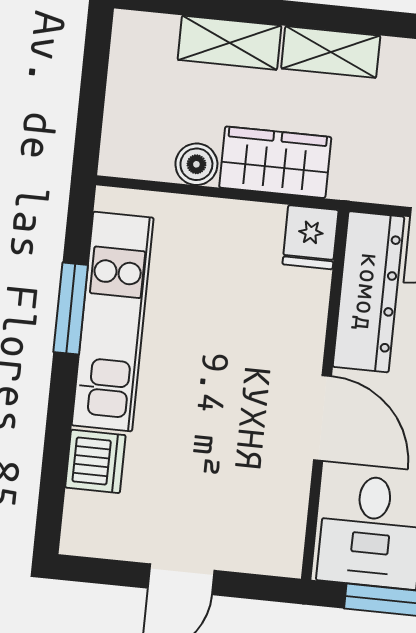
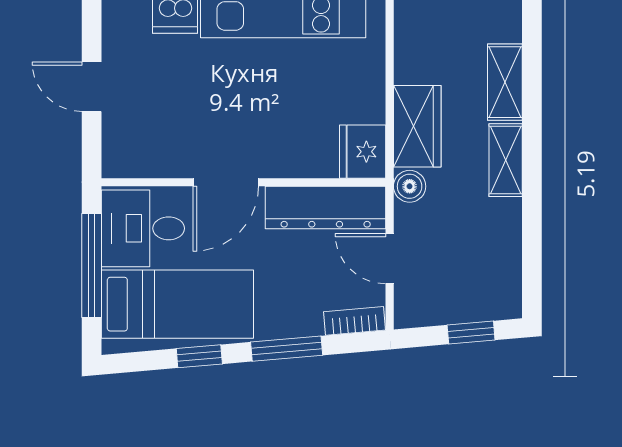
boiler: (196, 164) -> (410, 186), moved
fridge: (310, 237) -> (363, 152), width x1.38

